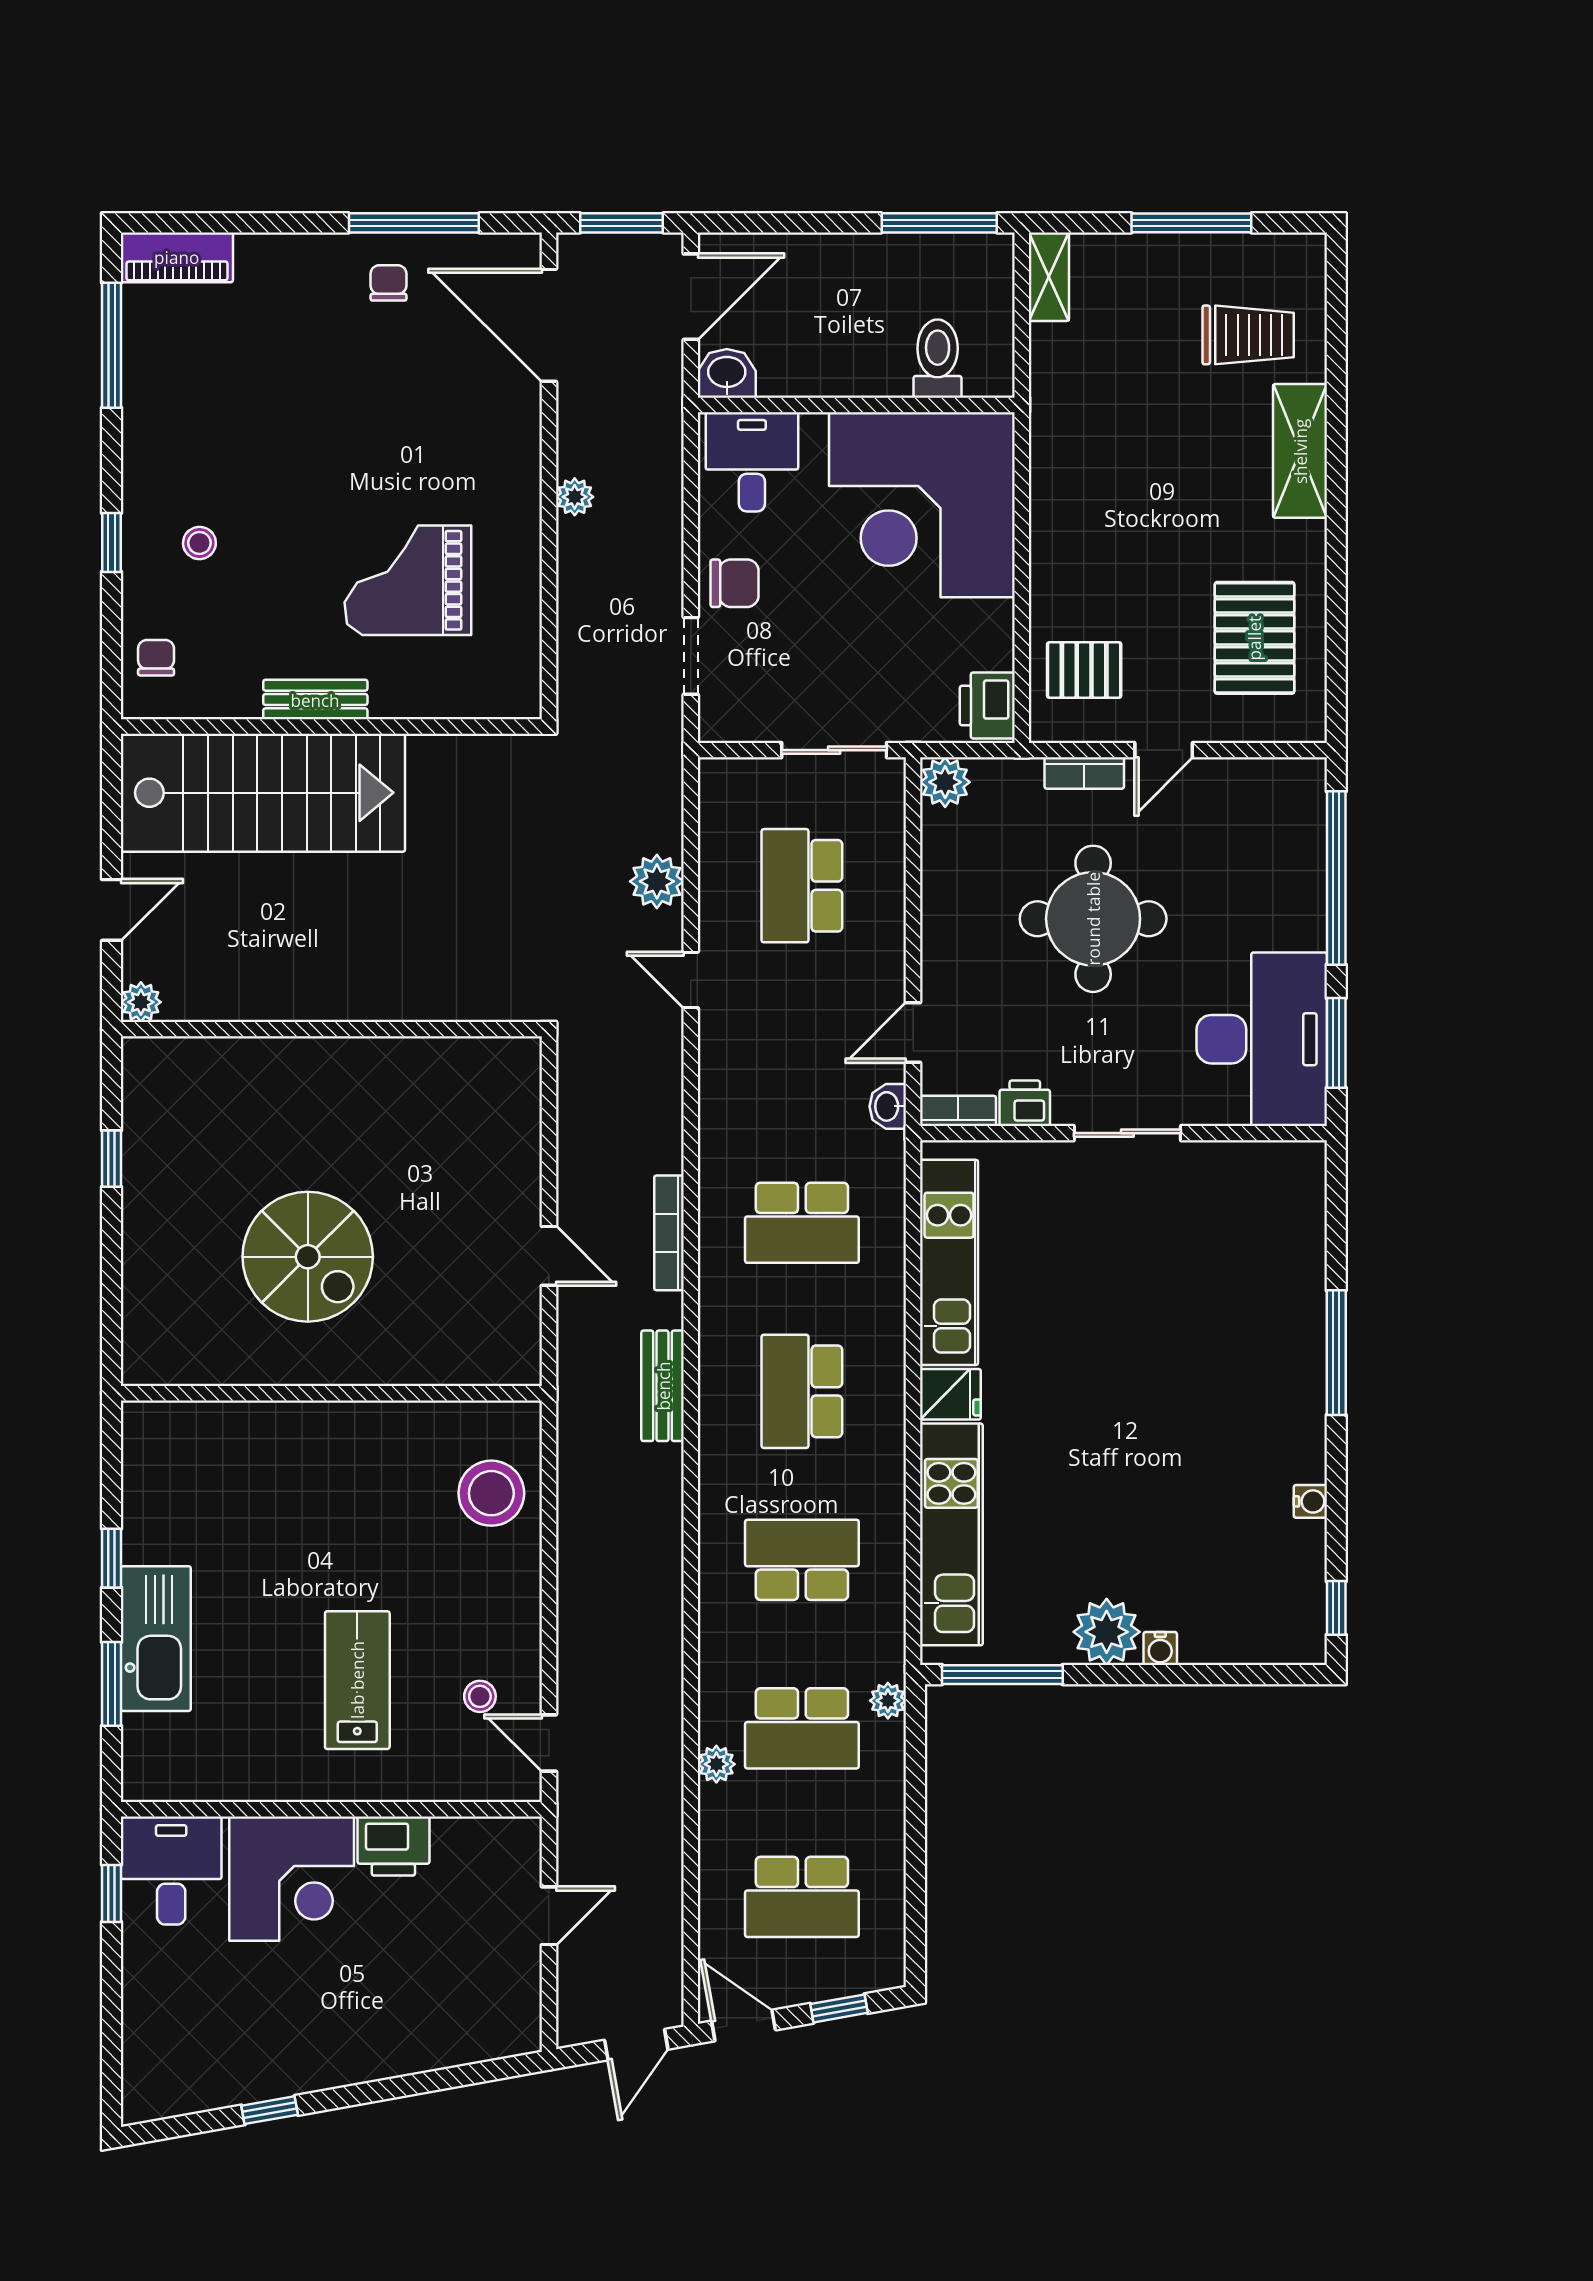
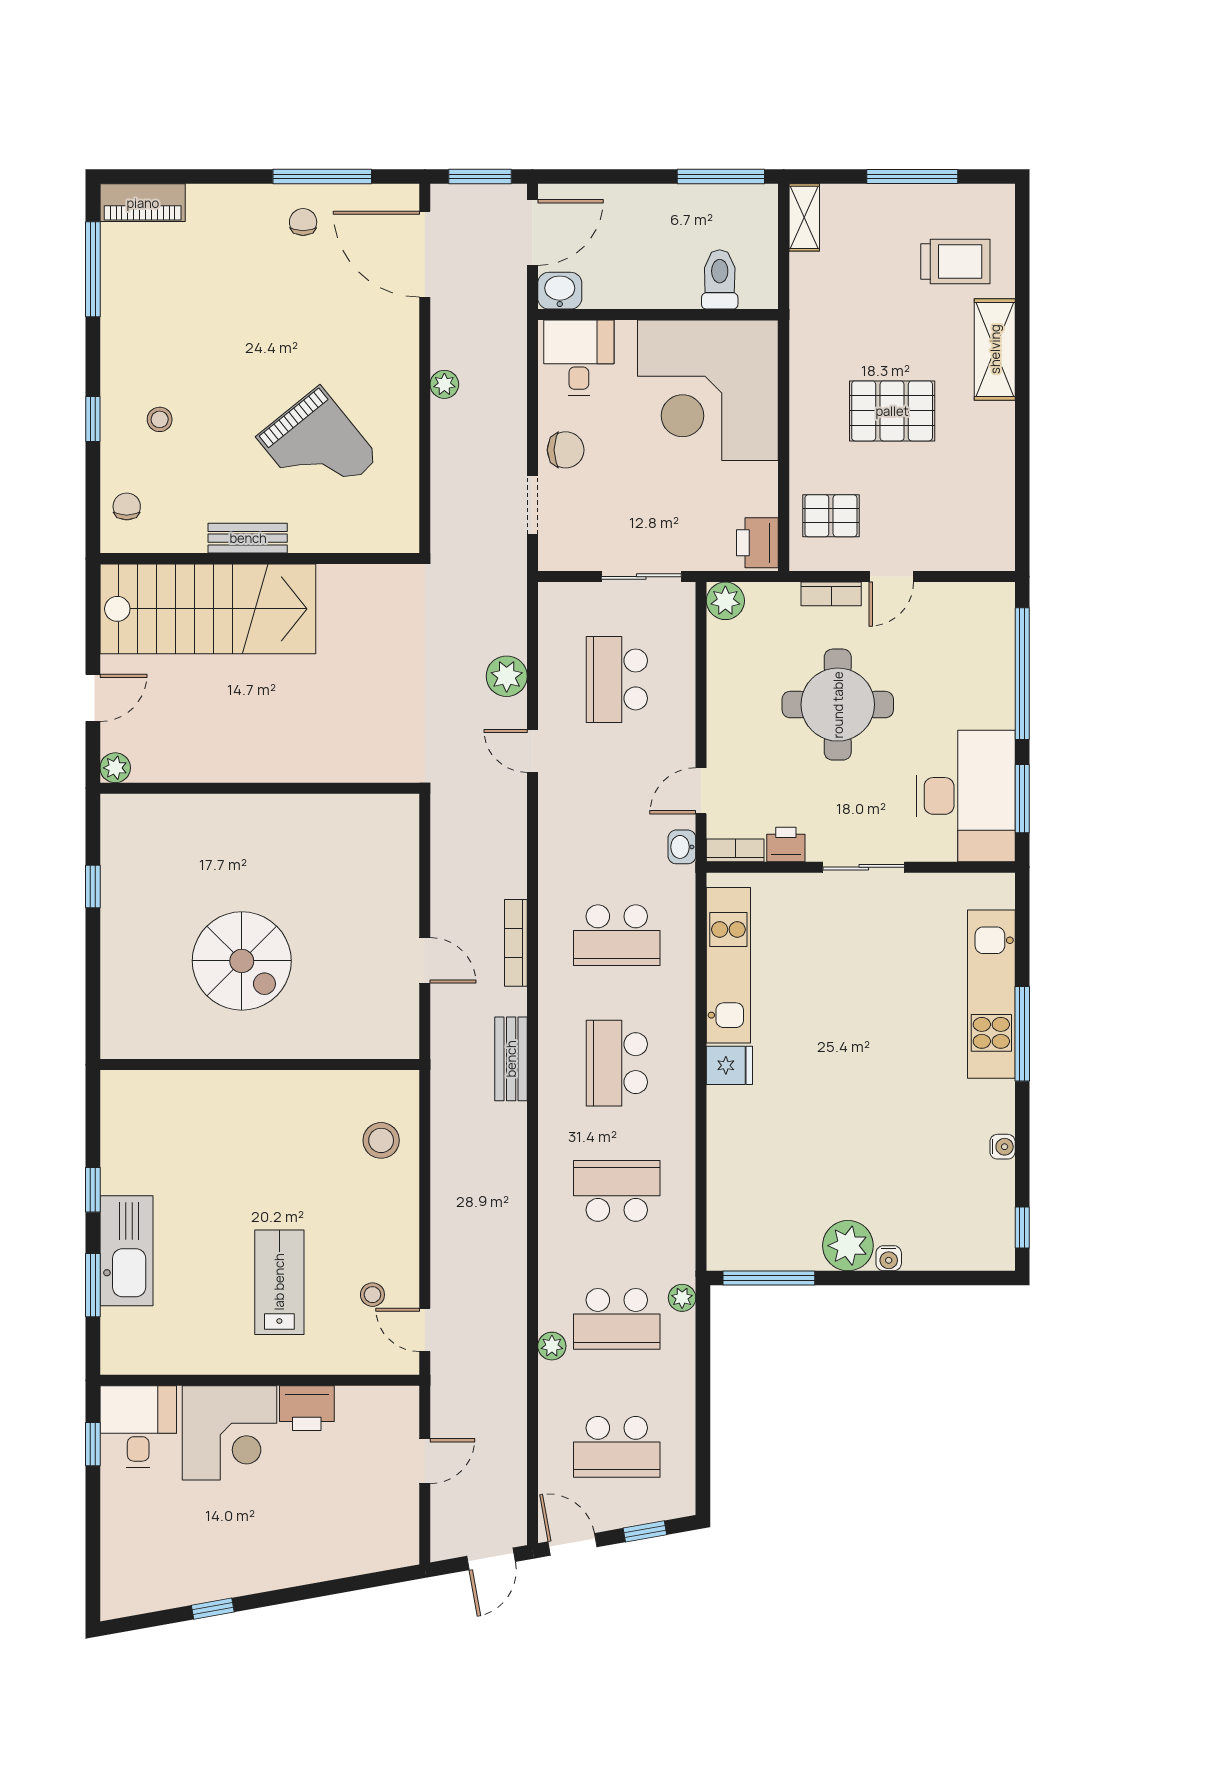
grand piano: (408, 580) -> (318, 448), turned -129
pallet: (1254, 638) -> (892, 411), moved, turned 90
stool: (491, 1493) -> (381, 1140), width x0.73, depth x0.73
kitchen unit: (951, 1534) -> (991, 994), moved, turned 180

